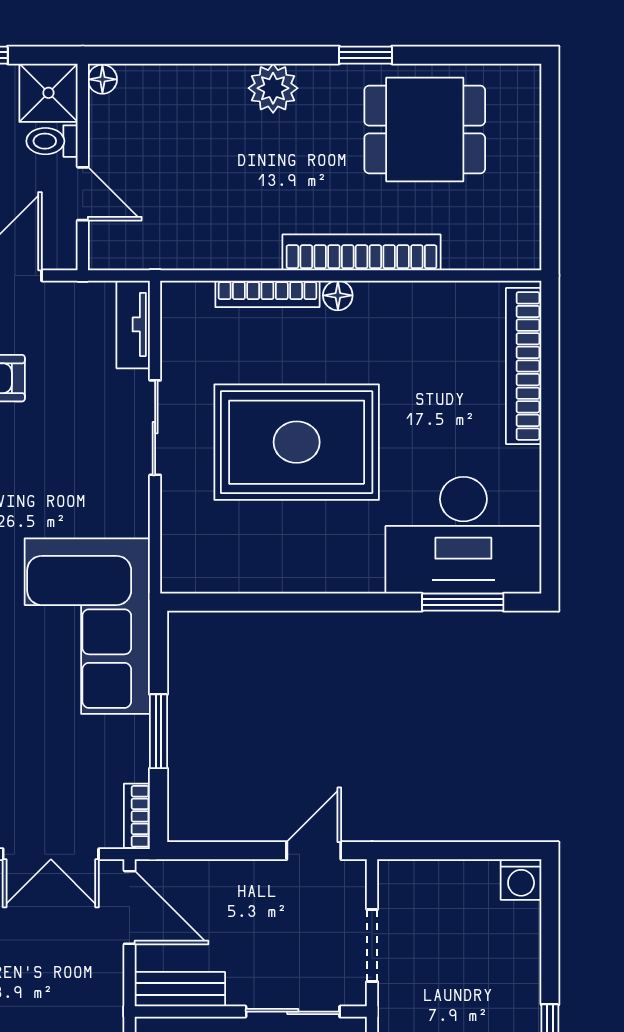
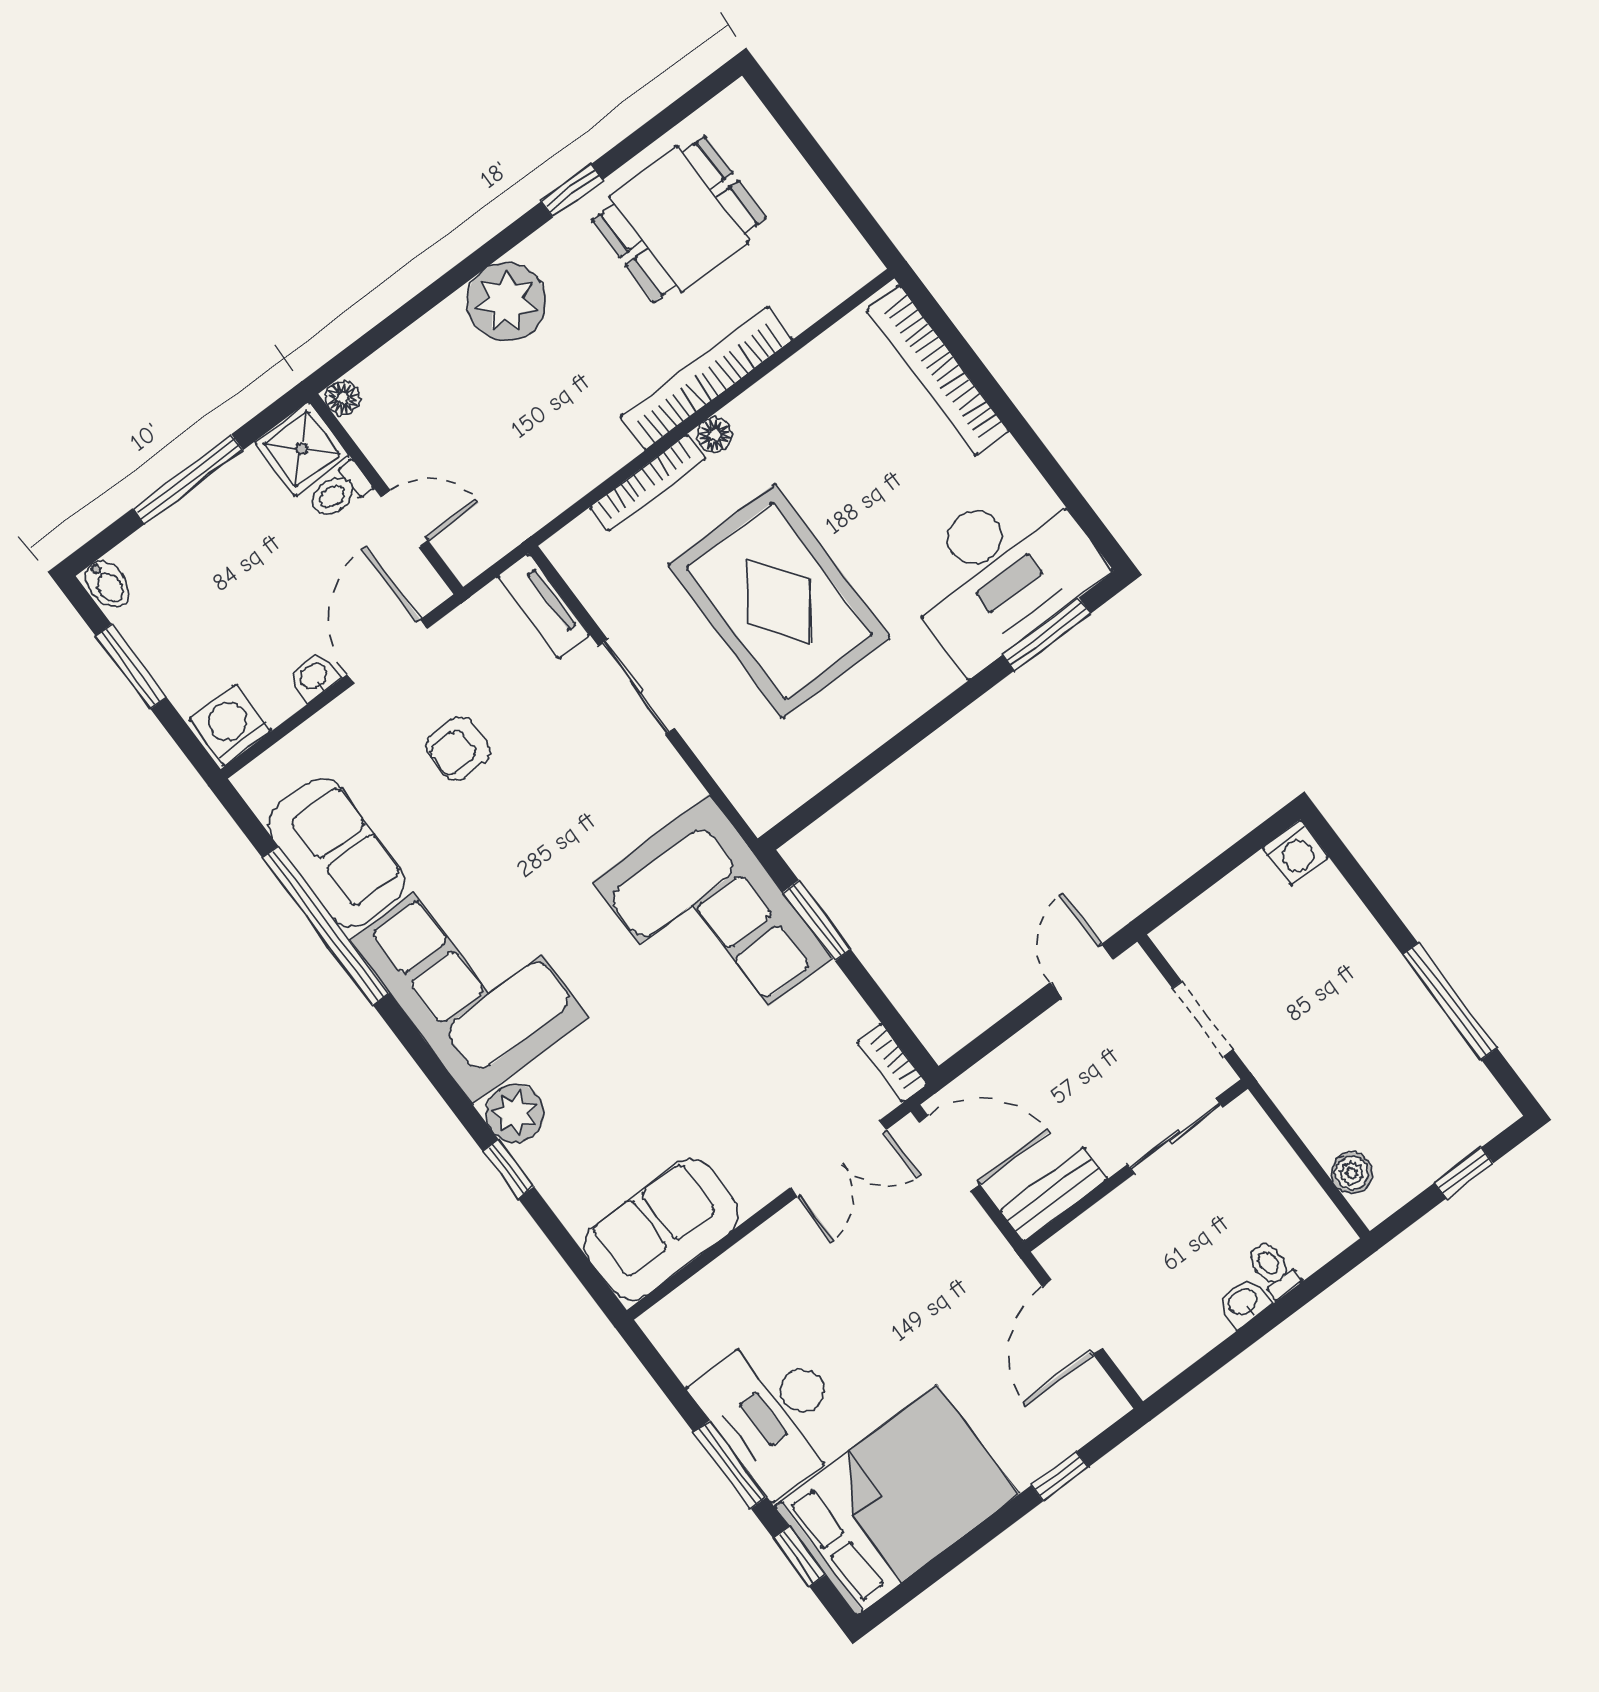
plant: (273, 88) -> (506, 302), width x1.36, depth x1.36
rug: (297, 442) -> (779, 601), turned 90
window: (158, 731) -> (817, 921), moved

